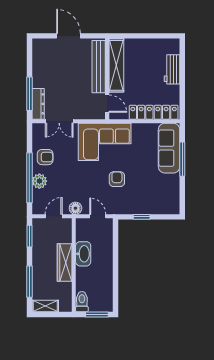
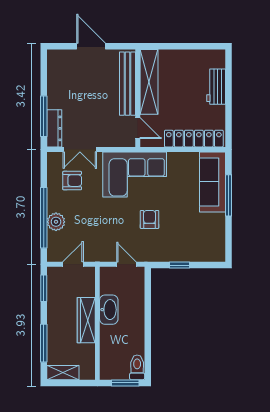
armchair: (45, 157) -> (72, 181), moved
floor lamp: (75, 208) -> (99, 254), removed
toilet: (82, 302) -> (137, 367), moved

